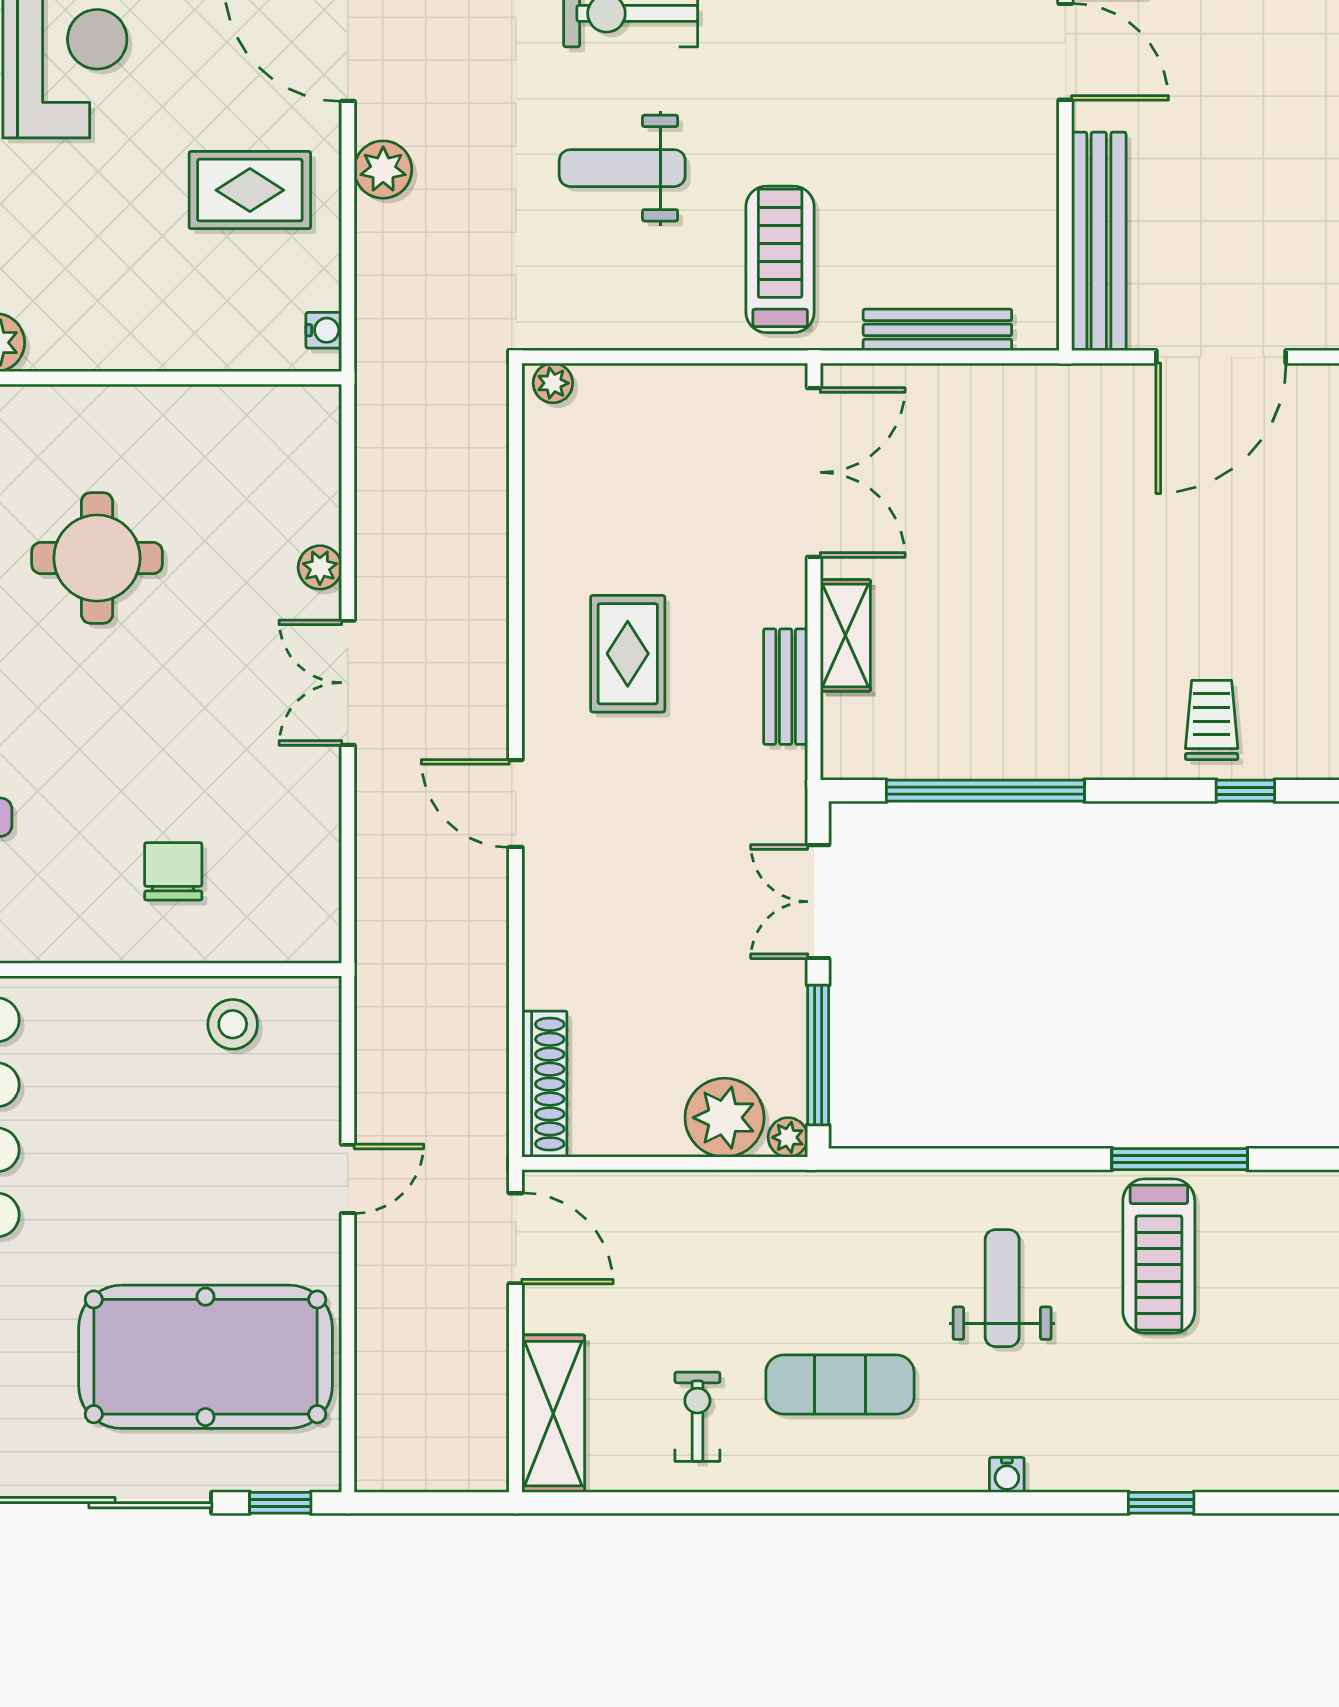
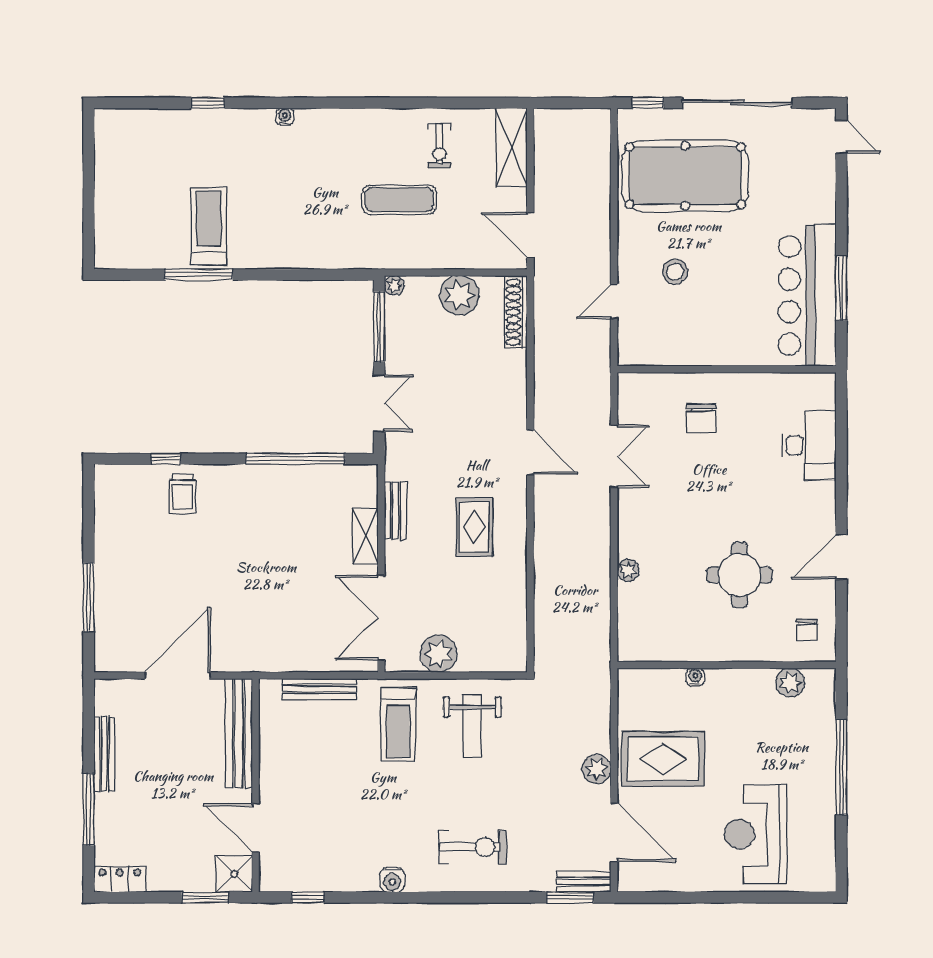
weight bench: (622, 168) -> (472, 726), moved, turned 90
rug: (250, 190) -> (663, 759), width x1.36, depth x1.43
water cooler: (324, 330) -> (695, 677), moved, turned 90
plant: (553, 383) -> (439, 654), moved, width x1.88, depth x1.88
double door: (348, 683) -> (614, 456), moved
stool: (233, 1024) -> (675, 272), moved
plant: (725, 1118) -> (459, 295), moved
door: (348, 1179) -> (614, 301), moved
weight bench: (1002, 1288) -> (287, 210), removed
exercise mat: (840, 1385) -> (399, 200), moved

